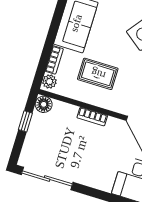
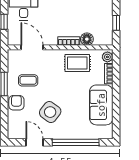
rug: (98, 74) -> (77, 63), moved
floor lamp: (44, 104) -> (87, 39), moved

